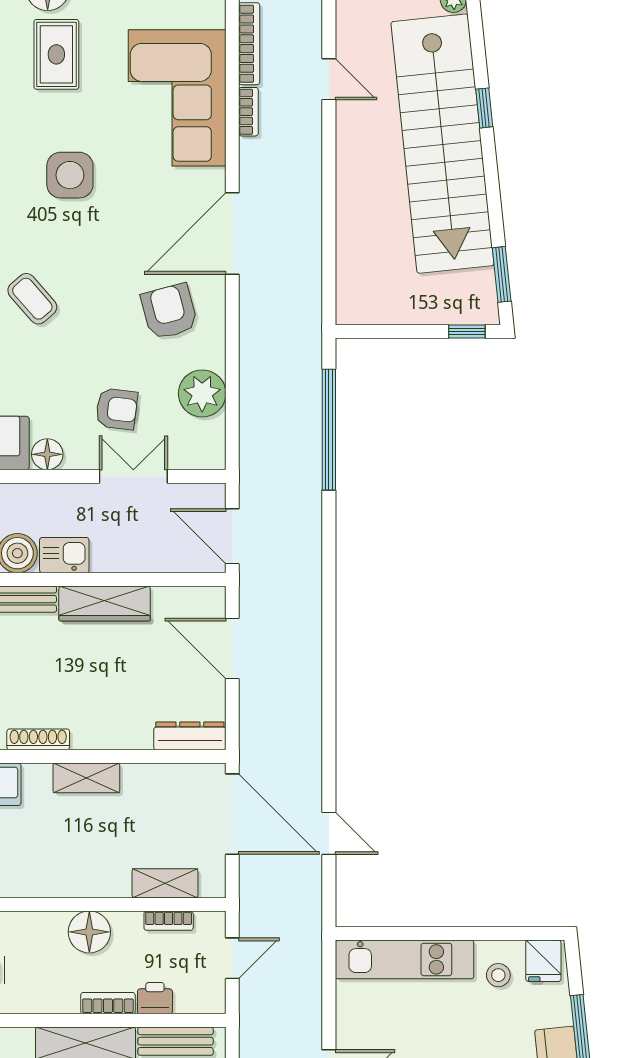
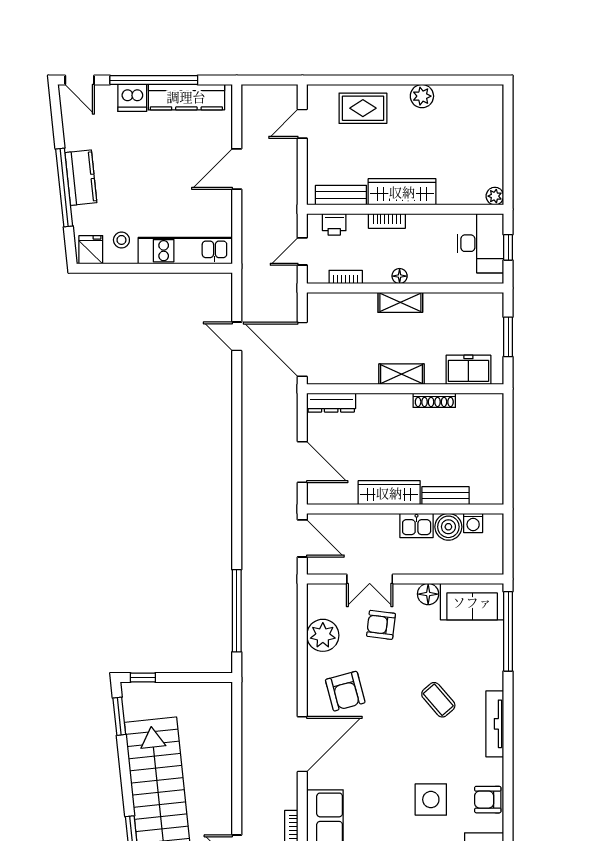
side table: (70, 175) -> (431, 800), moved
shelving: (165, 883) -> (400, 302), moved
floor lamp: (89, 932) -> (400, 276), width x0.53, depth x0.53
printer: (155, 998) -> (334, 224), moved

